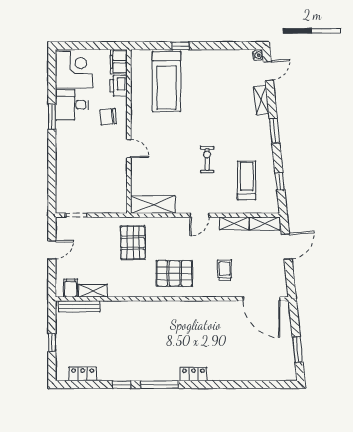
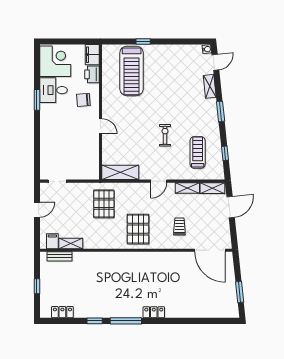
pallet: (174, 273) -> (138, 229), turned 90
bench: (79, 306) -> (60, 256), width x0.73

